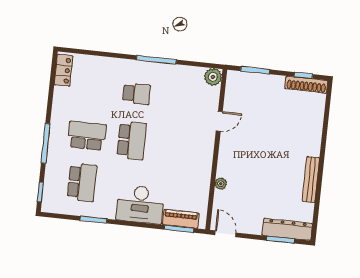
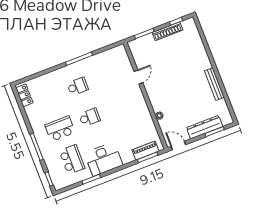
plant: (213, 77) -> (120, 51), removed
shoe rack: (306, 85) -> (167, 31), moved
school desk: (132, 140) -> (90, 117), width x0.54
desk: (140, 204) -> (104, 159), moved
dresser: (287, 229) -> (205, 127), moved

